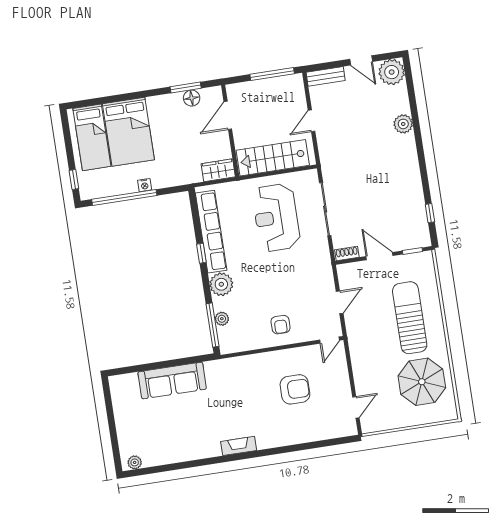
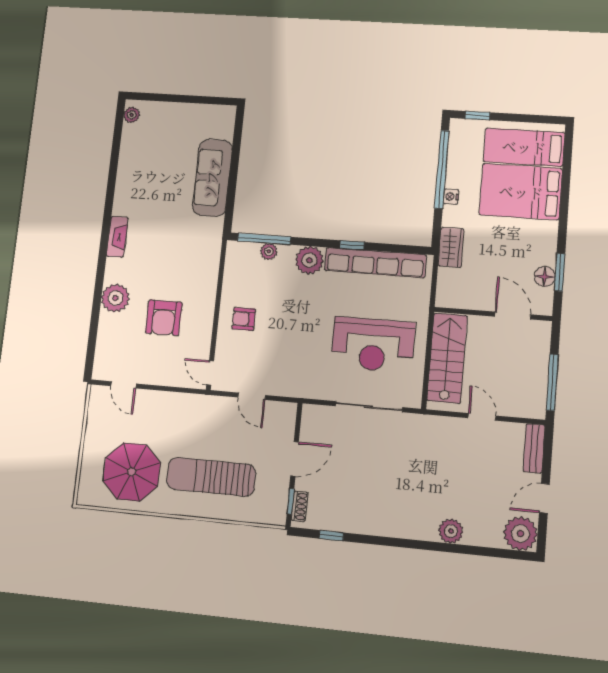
wardrobe: (218, 170) -> (451, 247), moved
reception desk: (276, 218) -> (373, 345), turned 180
shoe rack: (347, 253) -> (300, 506), moved
sun lounger: (410, 318) -> (211, 477), turned 180
plant: (289, 433) -> (115, 298), added

